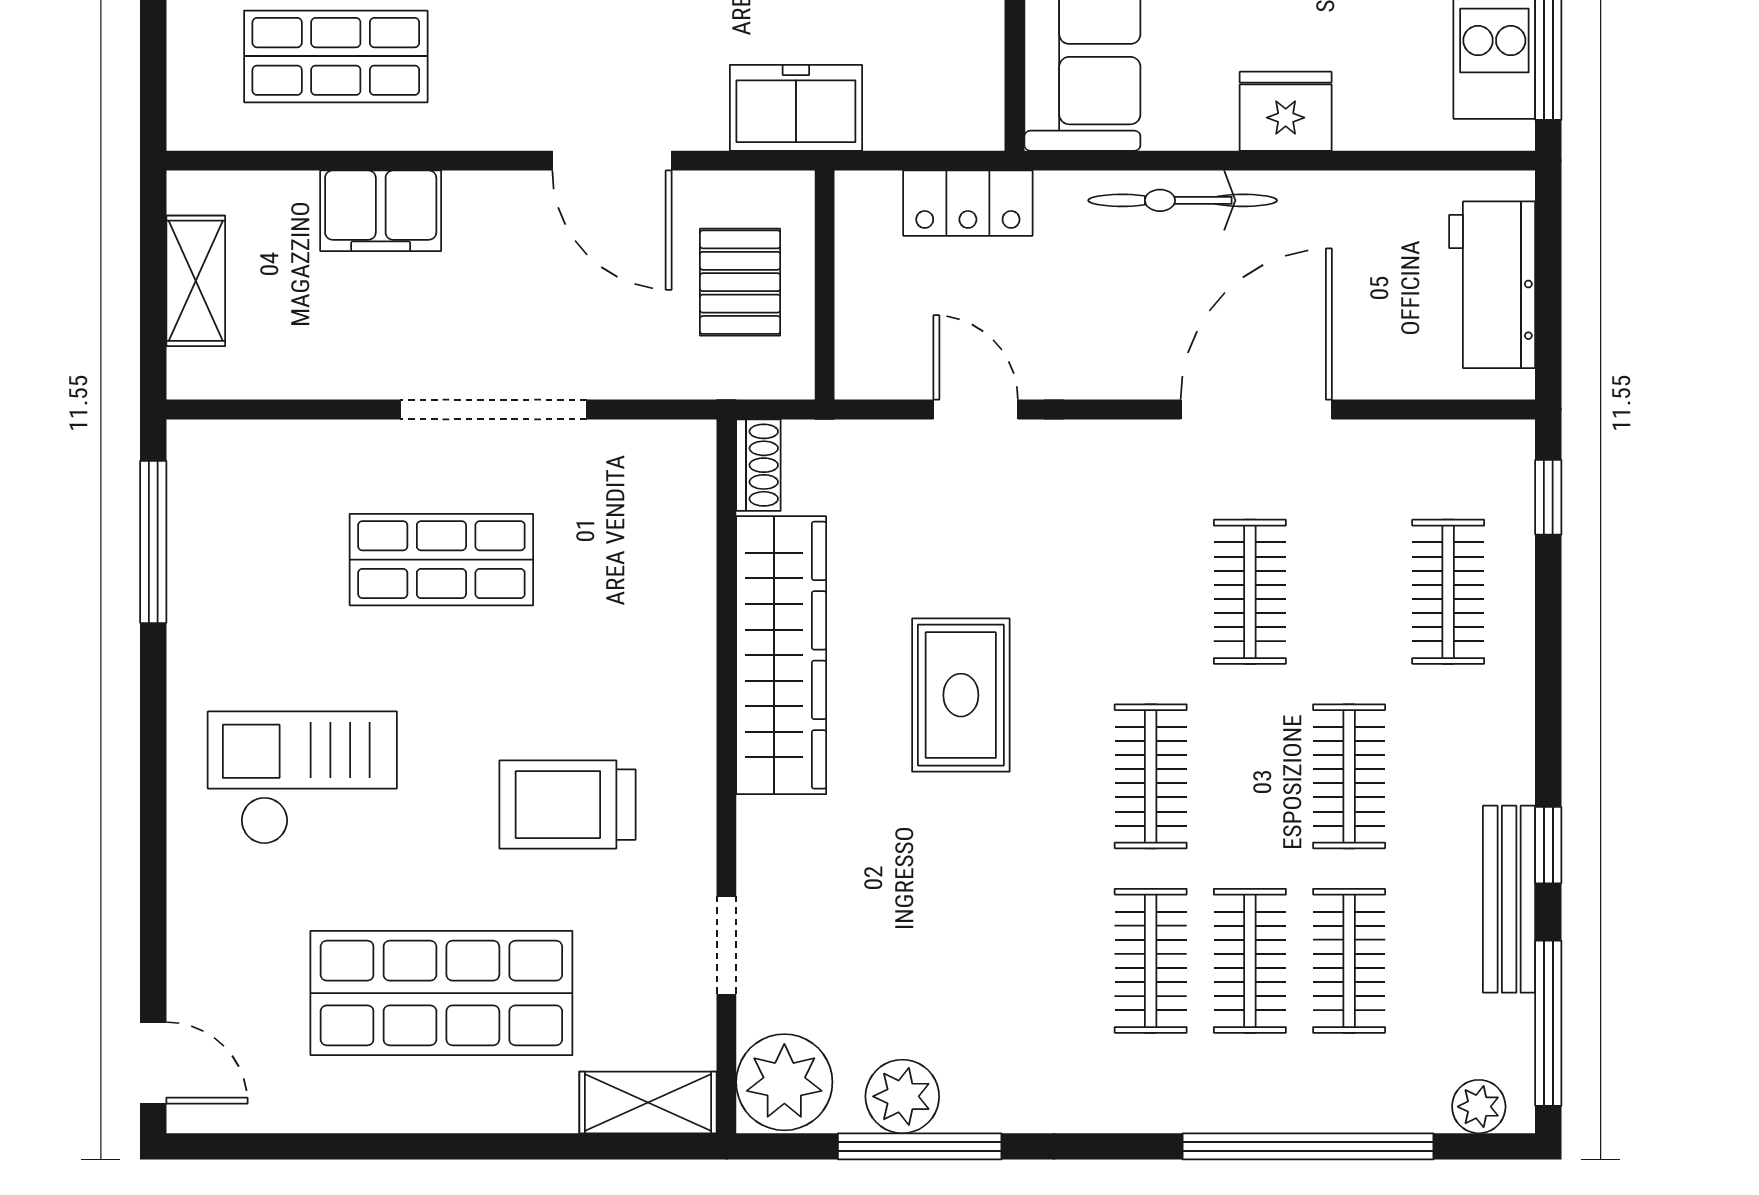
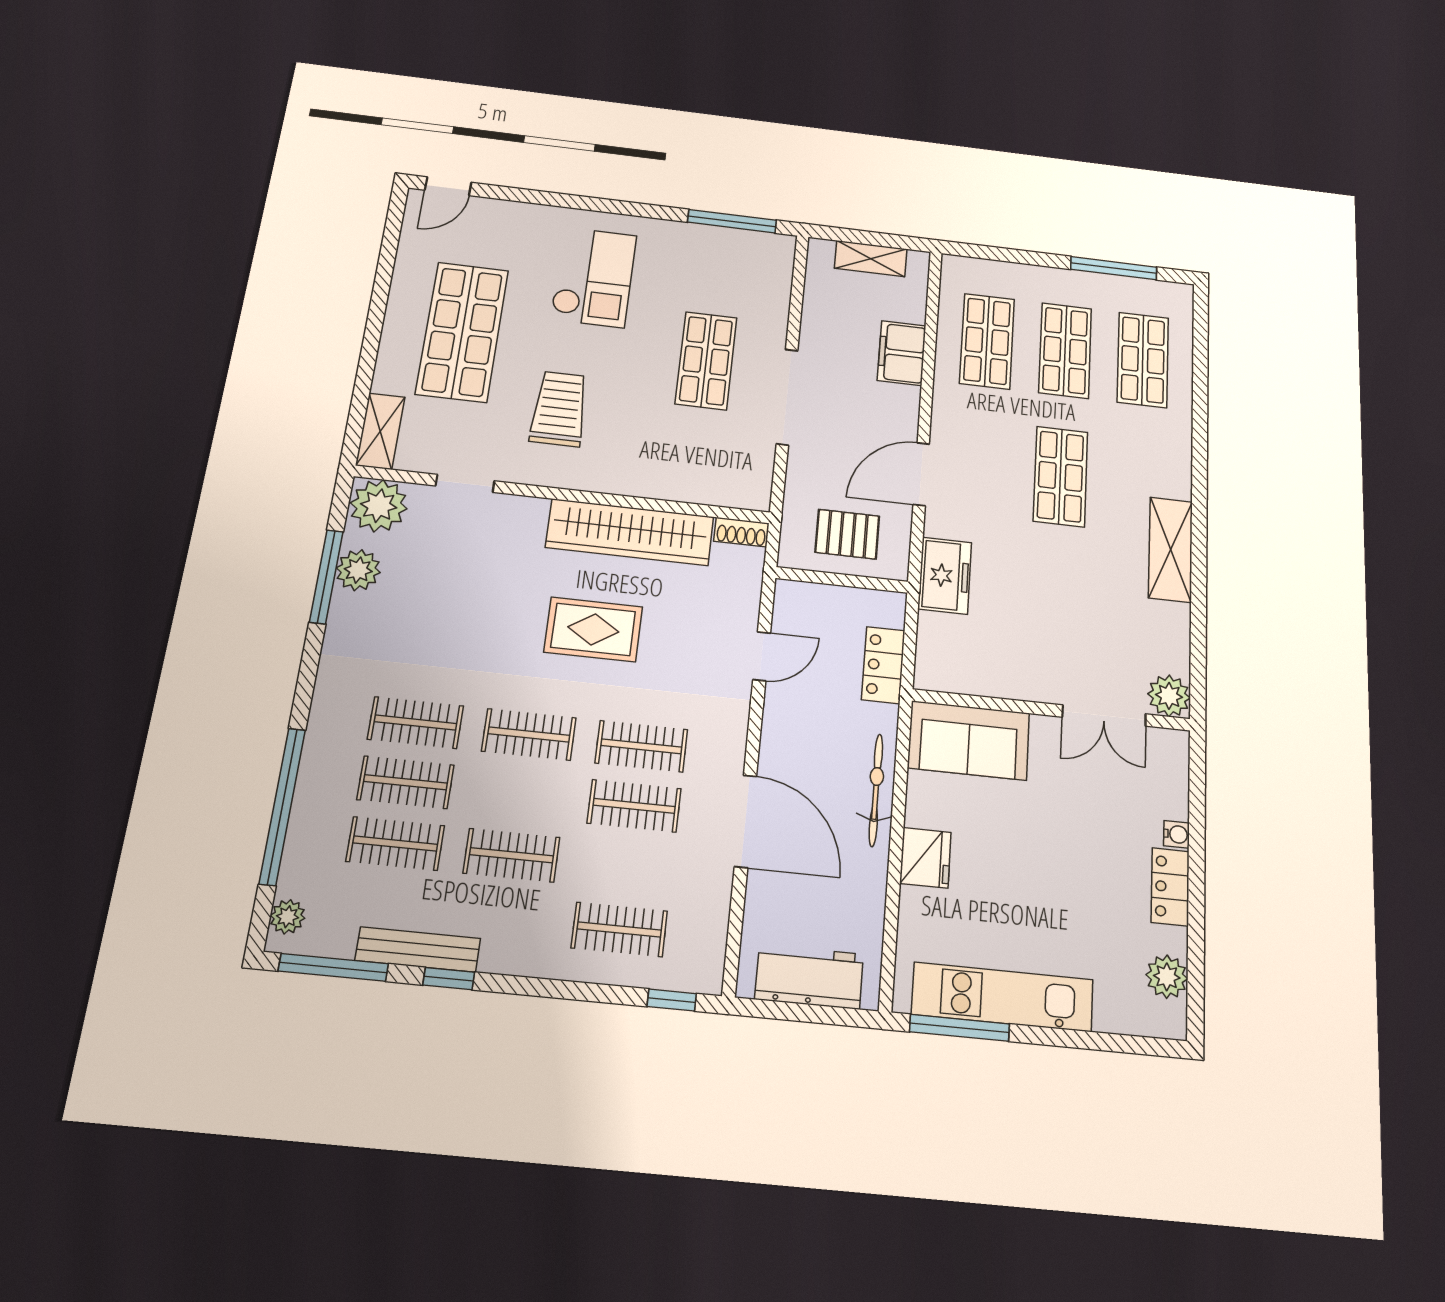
clothes rail: (1151, 592) -> (641, 746), added

